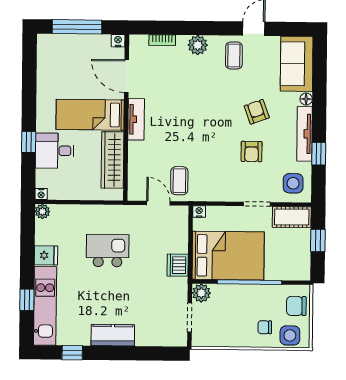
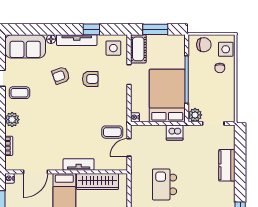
tv unit: (136, 119) -> (79, 164), moved
window: (318, 240) -> (155, 29), width x1.50
chair: (296, 306) -> (204, 45), turned -89
kitchen counter: (113, 335) -> (227, 165), moved

